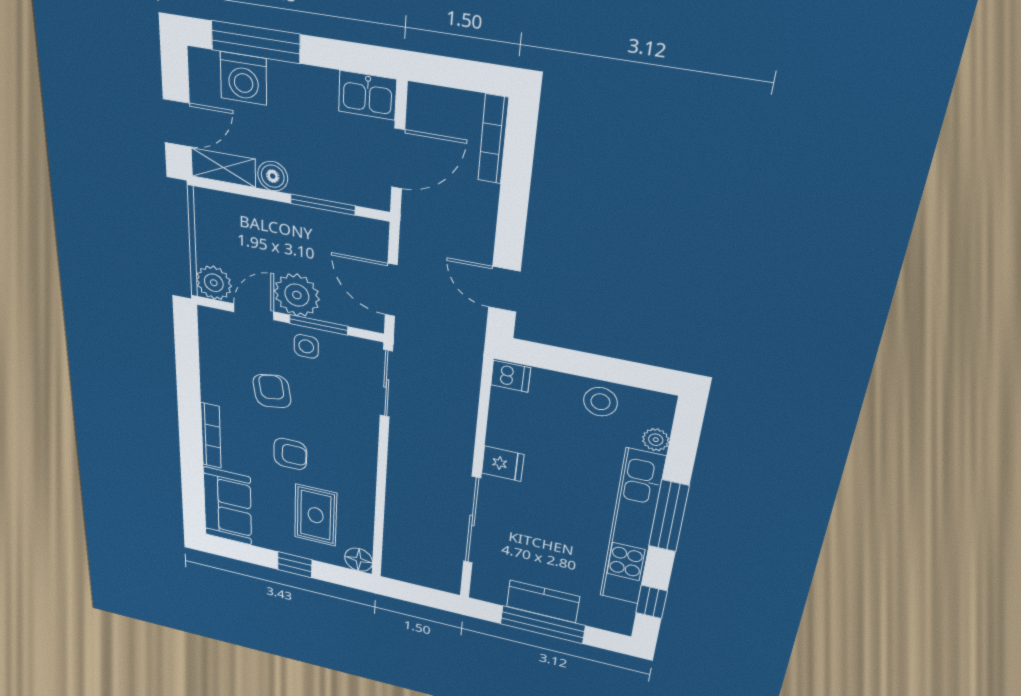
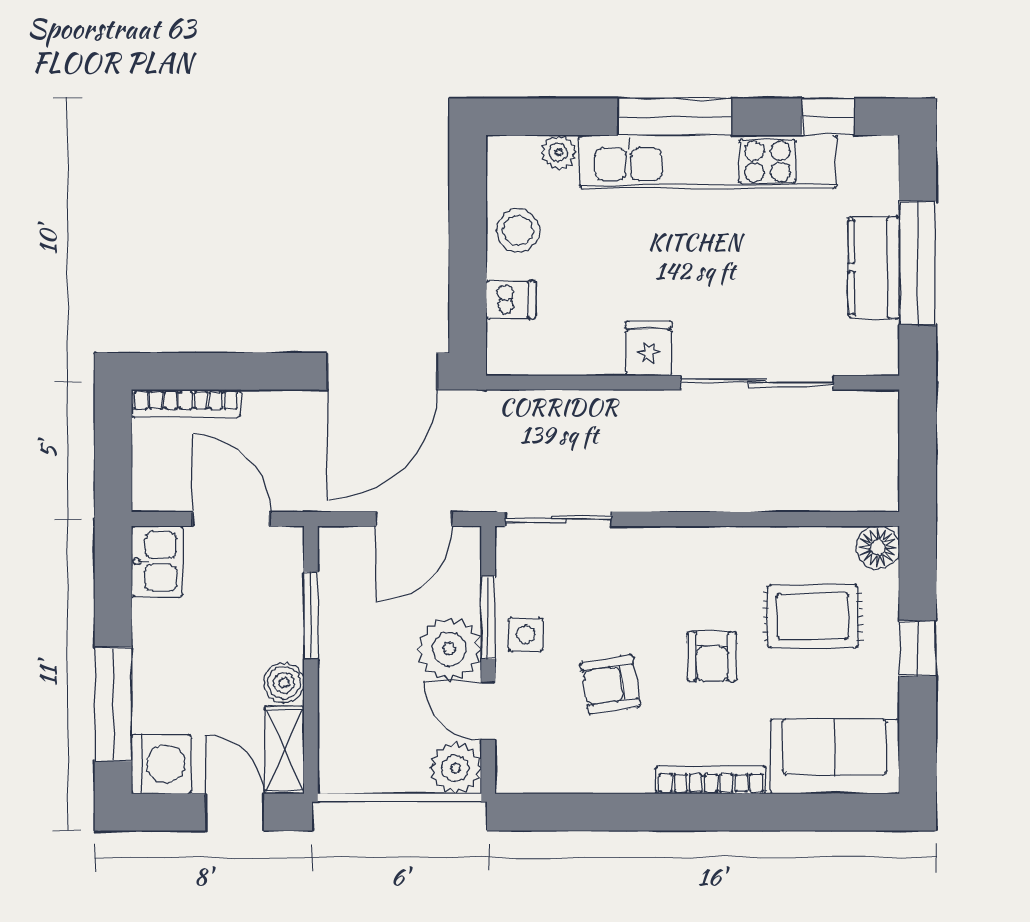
washing machine: (243, 78) -> (161, 764), moved
door: (504, 289) -> (382, 371), width x1.88
dishwasher: (511, 376) -> (511, 300), moved, turned 90
armchair: (290, 454) -> (712, 657), turned 180

